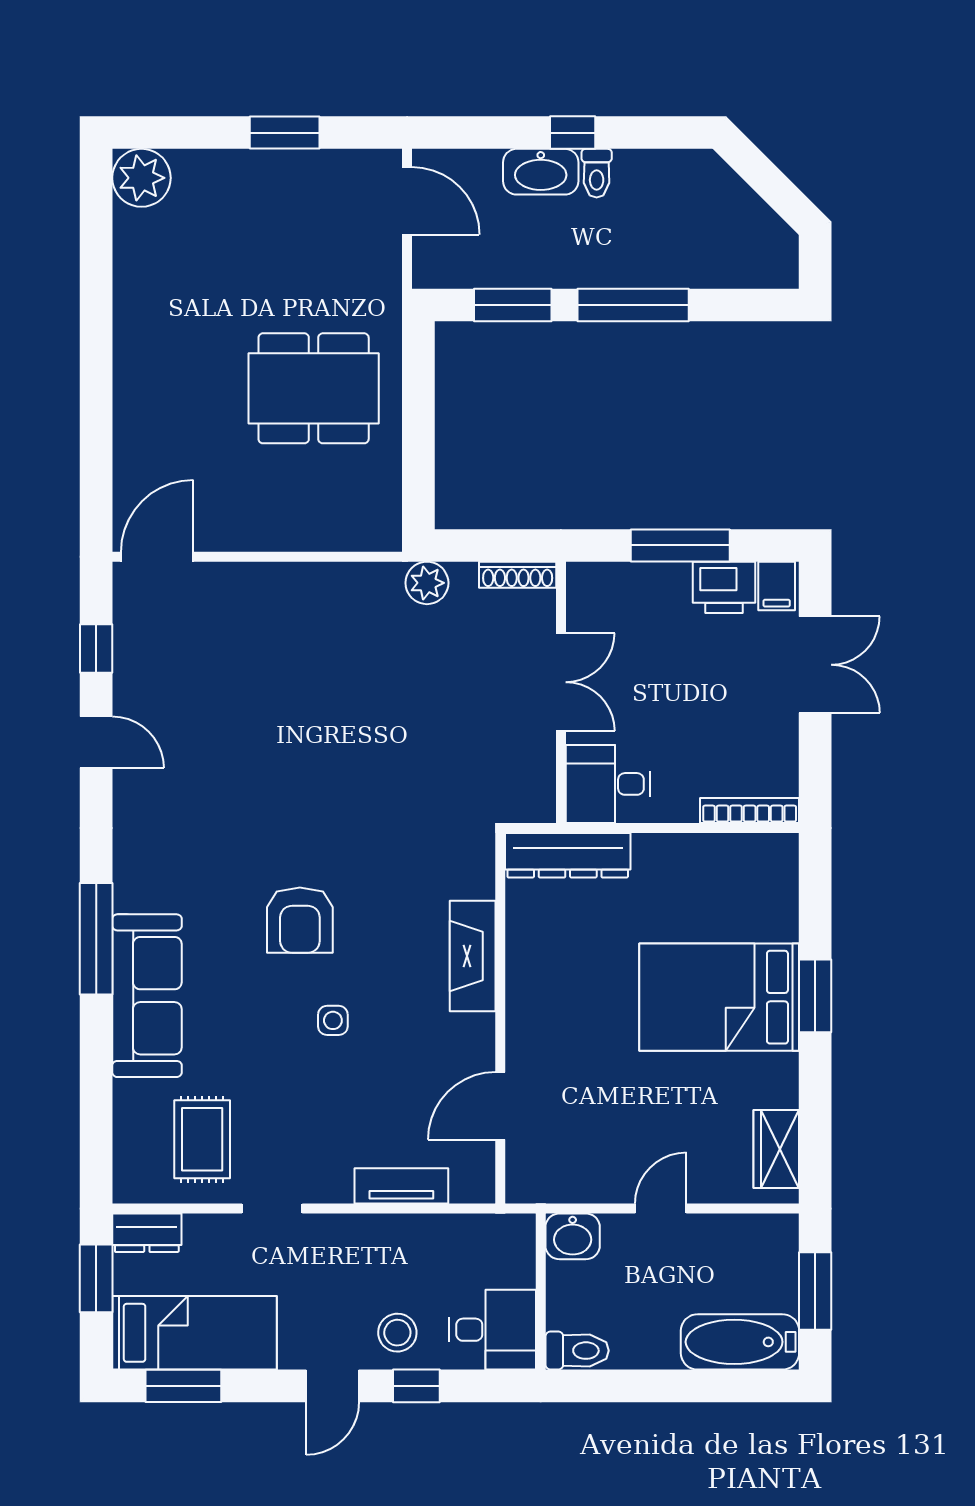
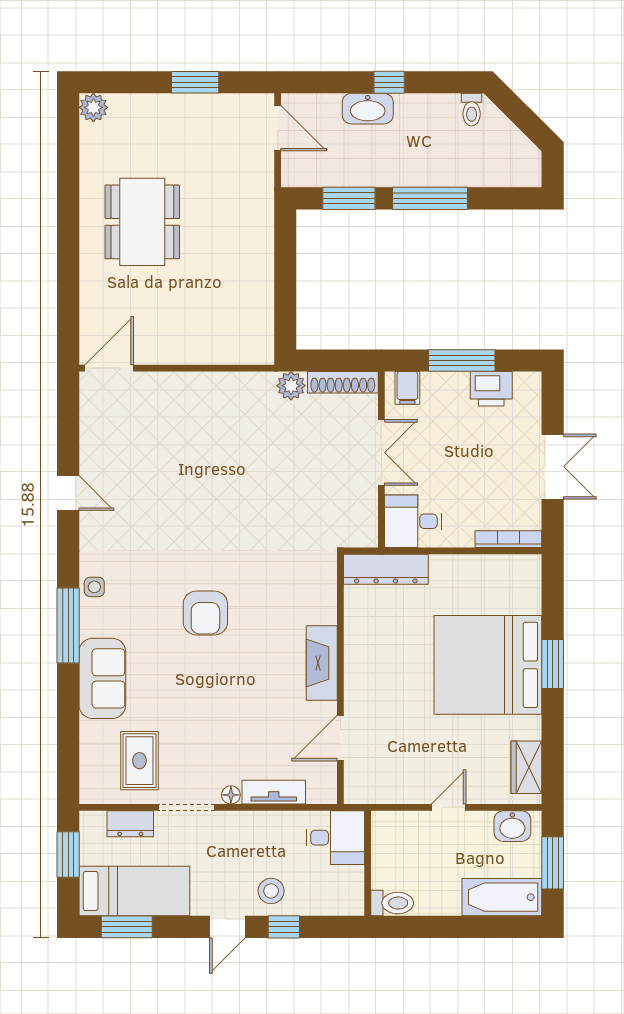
toilet: (597, 173) -> (472, 110), moved
plant: (141, 178) -> (93, 107), width x0.73, depth x0.73
dining table: (314, 388) -> (142, 222), moved, turned 90
shoe rack: (518, 575) -> (343, 382), width x1.36, depth x1.24
filing cabinet: (777, 586) -> (407, 388), moved
window: (96, 648) -> (68, 430), removed
double door: (815, 665) -> (553, 467), moved
fireplace: (473, 956) -> (322, 663), moved
sofa: (147, 996) -> (102, 678), width x0.73
bed: (719, 997) -> (488, 665), width x1.36
side table: (333, 1020) -> (94, 587), moved
floor lamp: (338, 1190) -> (231, 795), added
doorway: (272, 1209) -> (187, 807), width x1.38
dresser: (147, 1233) -> (130, 824), moved
washbasin: (573, 1236) -> (512, 826), moved
desk: (493, 1330) -> (335, 838), moved

